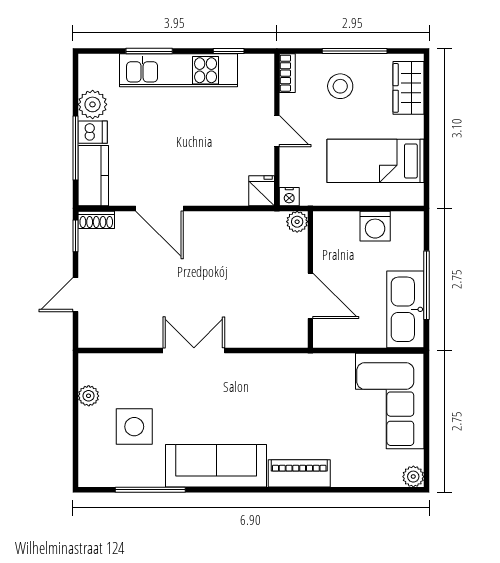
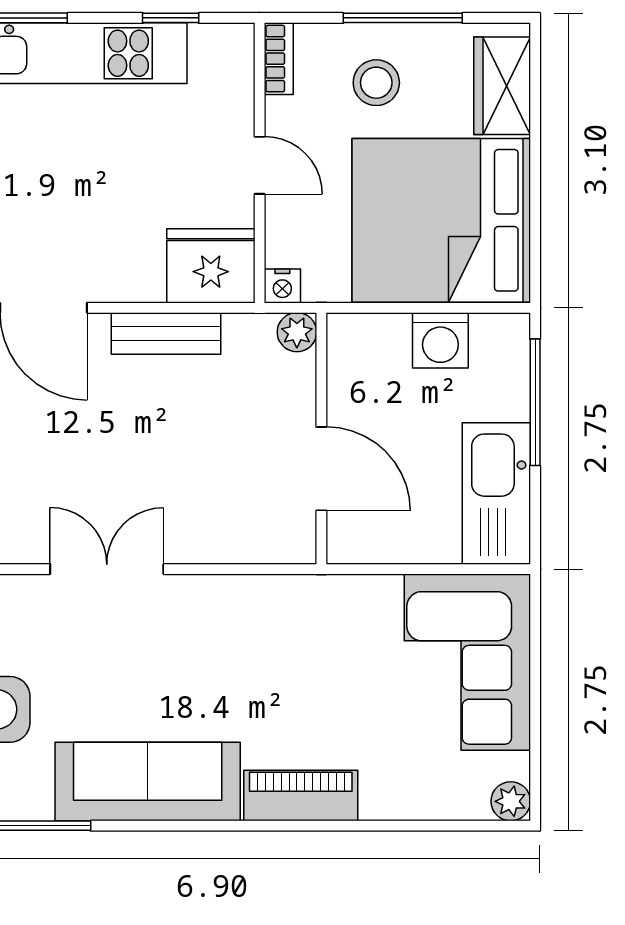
bed: (376, 161) -> (441, 220), width x2.04
fridge: (262, 191) -> (211, 266), width x1.88, depth x1.34
bench: (226, 222) -> (166, 333), added
window: (427, 285) -> (535, 402), moved

